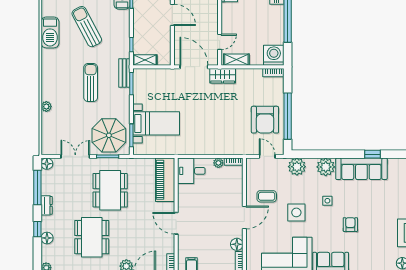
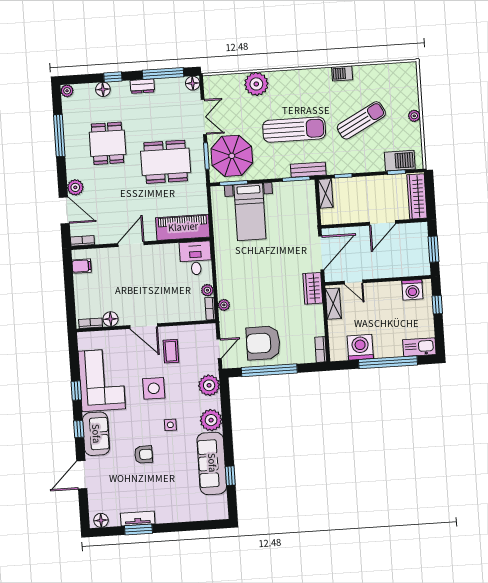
barbecue: (50, 32) -> (342, 73), width x0.53, depth x0.65
washing machine: (274, 55) -> (360, 347), moved, turned -90
sun lounger: (91, 82) -> (294, 130), width x1.36, depth x1.34
plant: (46, 107) -> (256, 84), width x1.88, depth x1.88
plant: (231, 150) -> (224, 305), added
dining table: (92, 237) -> (108, 143), width x0.73

